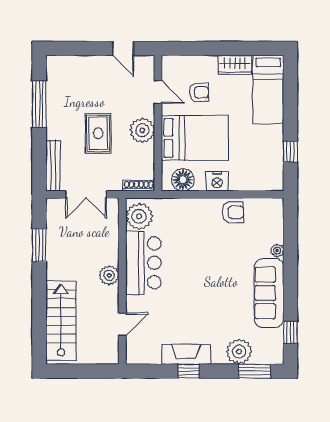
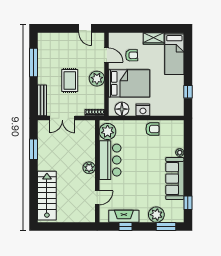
plant: (139, 216) -> (108, 131), moved
bar counter: (143, 263) -> (110, 160), moved
plant: (109, 275) -> (89, 168), moved
wall: (122, 281) -> (97, 171), moved
door: (122, 324) -> (97, 198), moved

